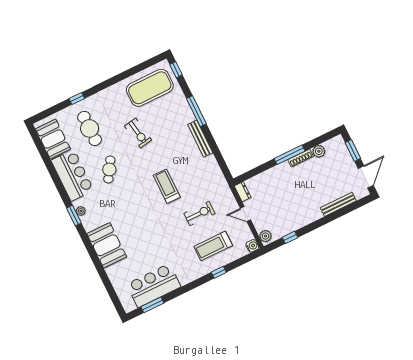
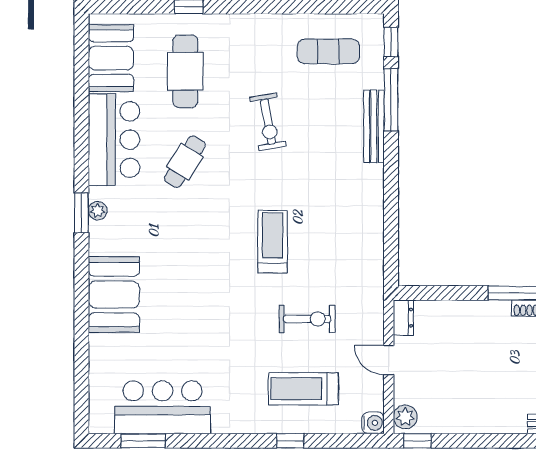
exercise mat: (150, 88) -> (328, 51), width x0.50, depth x0.69
window: (196, 111) -> (391, 100), moved
bench: (200, 139) -> (374, 126), moved
window: (290, 237) -> (418, 441), moved

